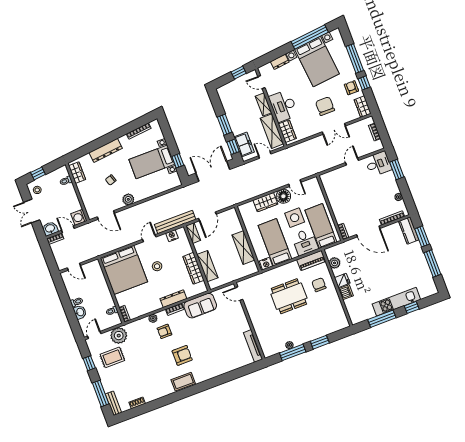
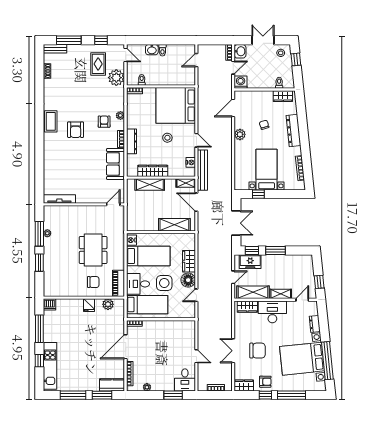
double door: (213, 171) -> (236, 223), width x0.73
shelving: (243, 248) -> (174, 225), moved
dishwasher: (346, 292) -> (50, 304), moved
kitchen unit: (396, 302) -> (50, 366), moved

